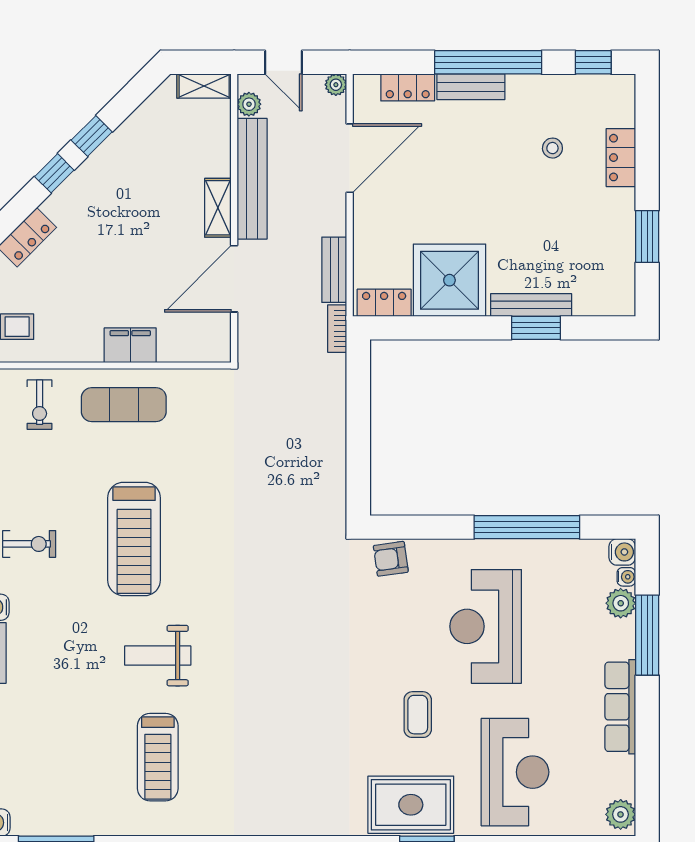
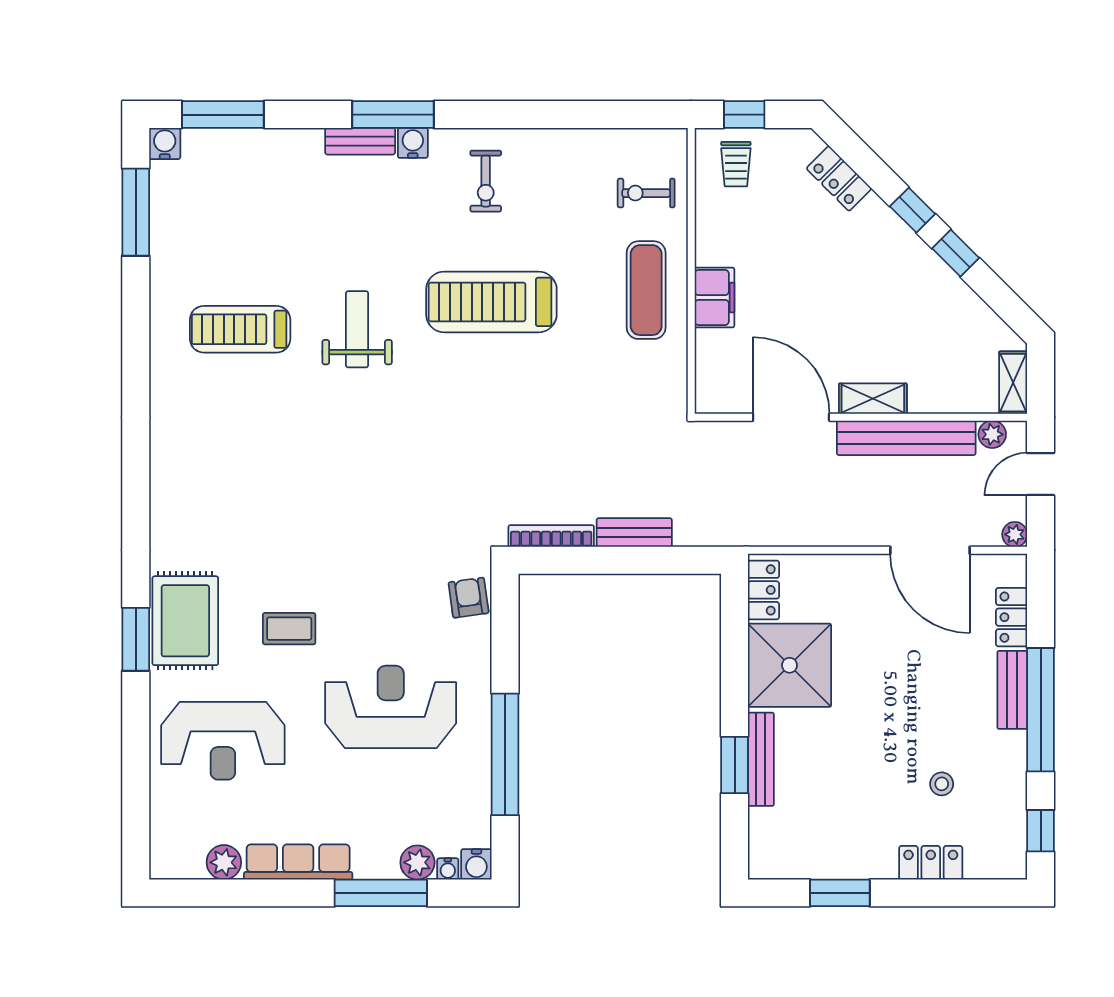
bench: (334, 270) -> (634, 533), moved
bookcase: (337, 329) -> (551, 536), moved, width x1.56
plant: (621, 814) -> (224, 862), moved

